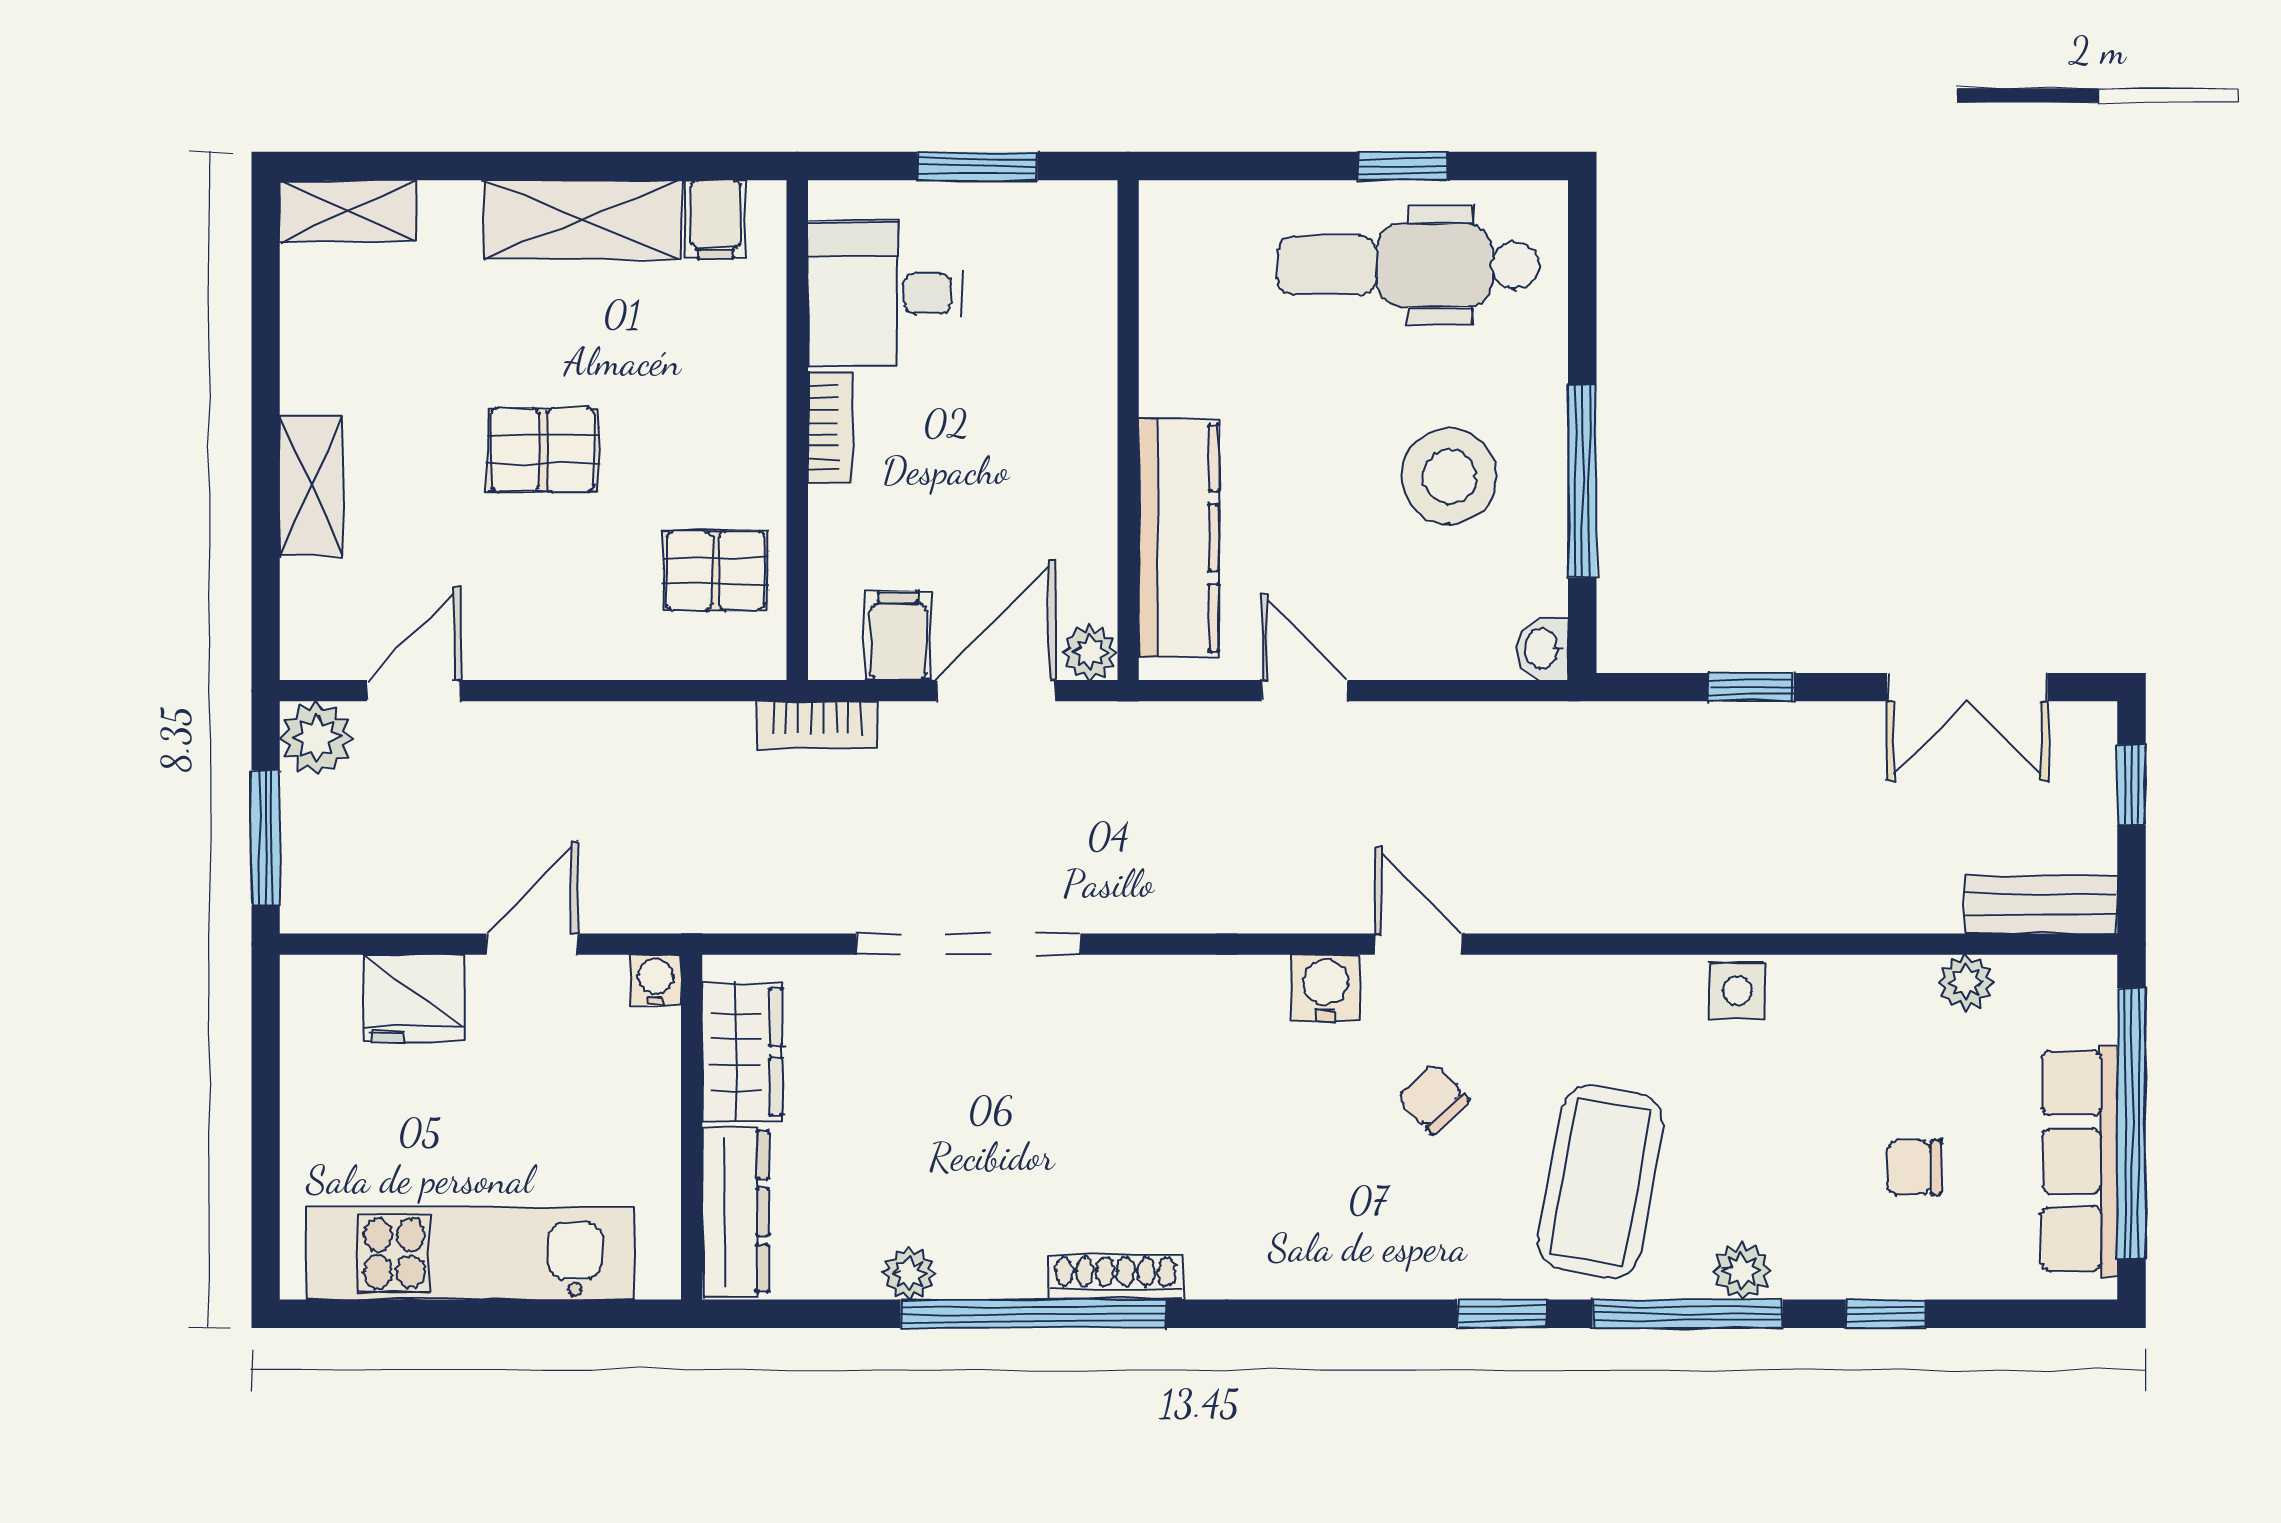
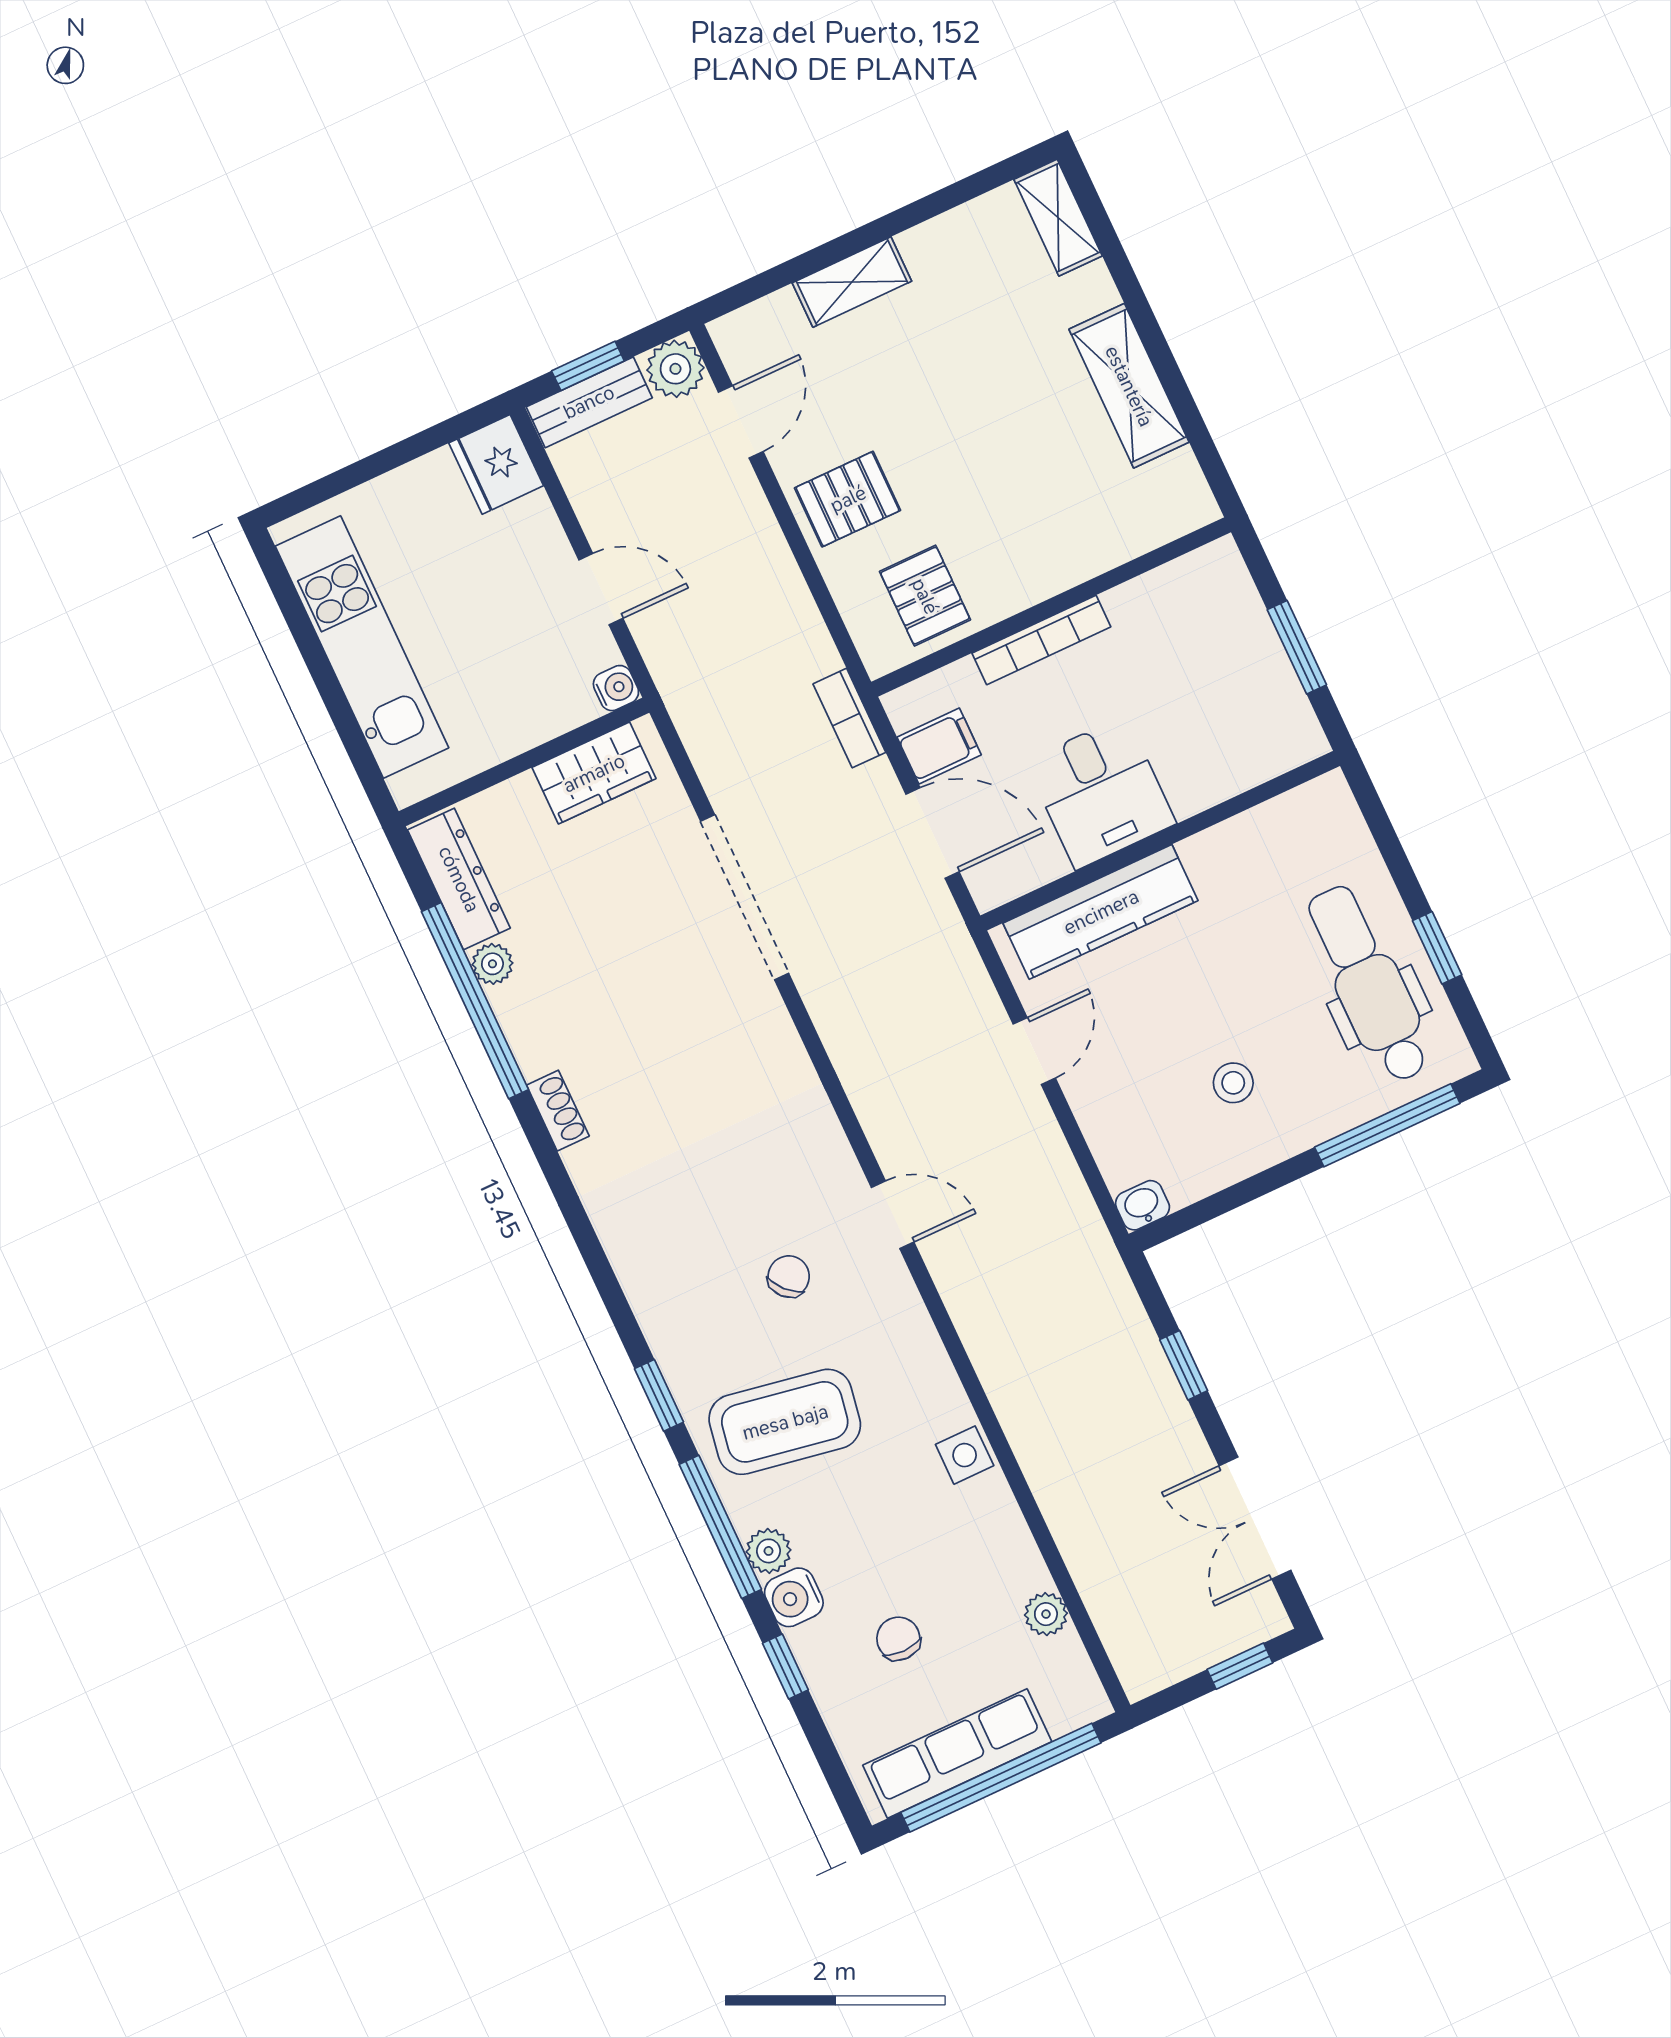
filing cabinet: (716, 220) -> (1173, 480), removed
desk: (886, 294) -> (1101, 792), moved, turned 180
bookcase: (830, 428) -> (1041, 640), width x1.56
pallet: (543, 450) -> (848, 499), moved, turned 90
stool: (1449, 476) -> (1233, 1083), width x0.53, depth x0.53
window: (1582, 481) -> (1387, 1125), moved
plant: (1090, 653) -> (990, 887), removed
door: (414, 691) -> (741, 422), hinge flipped
window: (266, 838) -> (588, 366), width x0.67
bench: (2041, 905) -> (589, 402), moved, turned 90
door: (1418, 944) -> (893, 1215), hinge flipped
water cooler: (1325, 988) -> (794, 1597), moved, turned 180
fridge: (413, 998) -> (496, 464), moved
dresser: (735, 1212) -> (459, 879), moved, turned -90
shoe rack: (1115, 1277) -> (558, 1111), width x0.70
window: (1033, 1314) -> (475, 1001), moved

